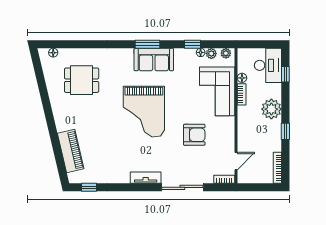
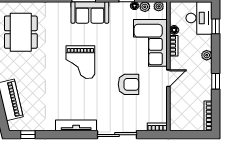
dining table: (82, 80) -> (21, 32), width x1.37
plant: (271, 109) -> (207, 55), width x0.53, depth x0.53
grand piano: (144, 112) -> (80, 62), width x0.73, depth x0.68
door: (236, 161) -> (168, 78), moved
tv unit: (146, 178) -> (76, 125), width x1.41

